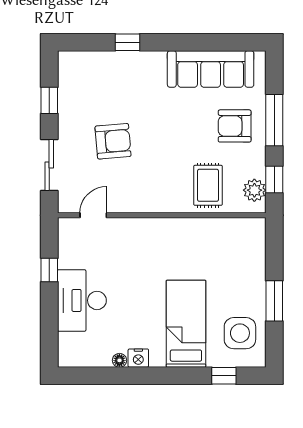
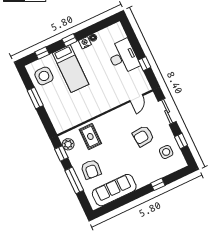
side table: (85, 93) -> (166, 152), added
armchair: (235, 126) -> (91, 169), turned 95
window: (164, 376) -> (69, 40), added

